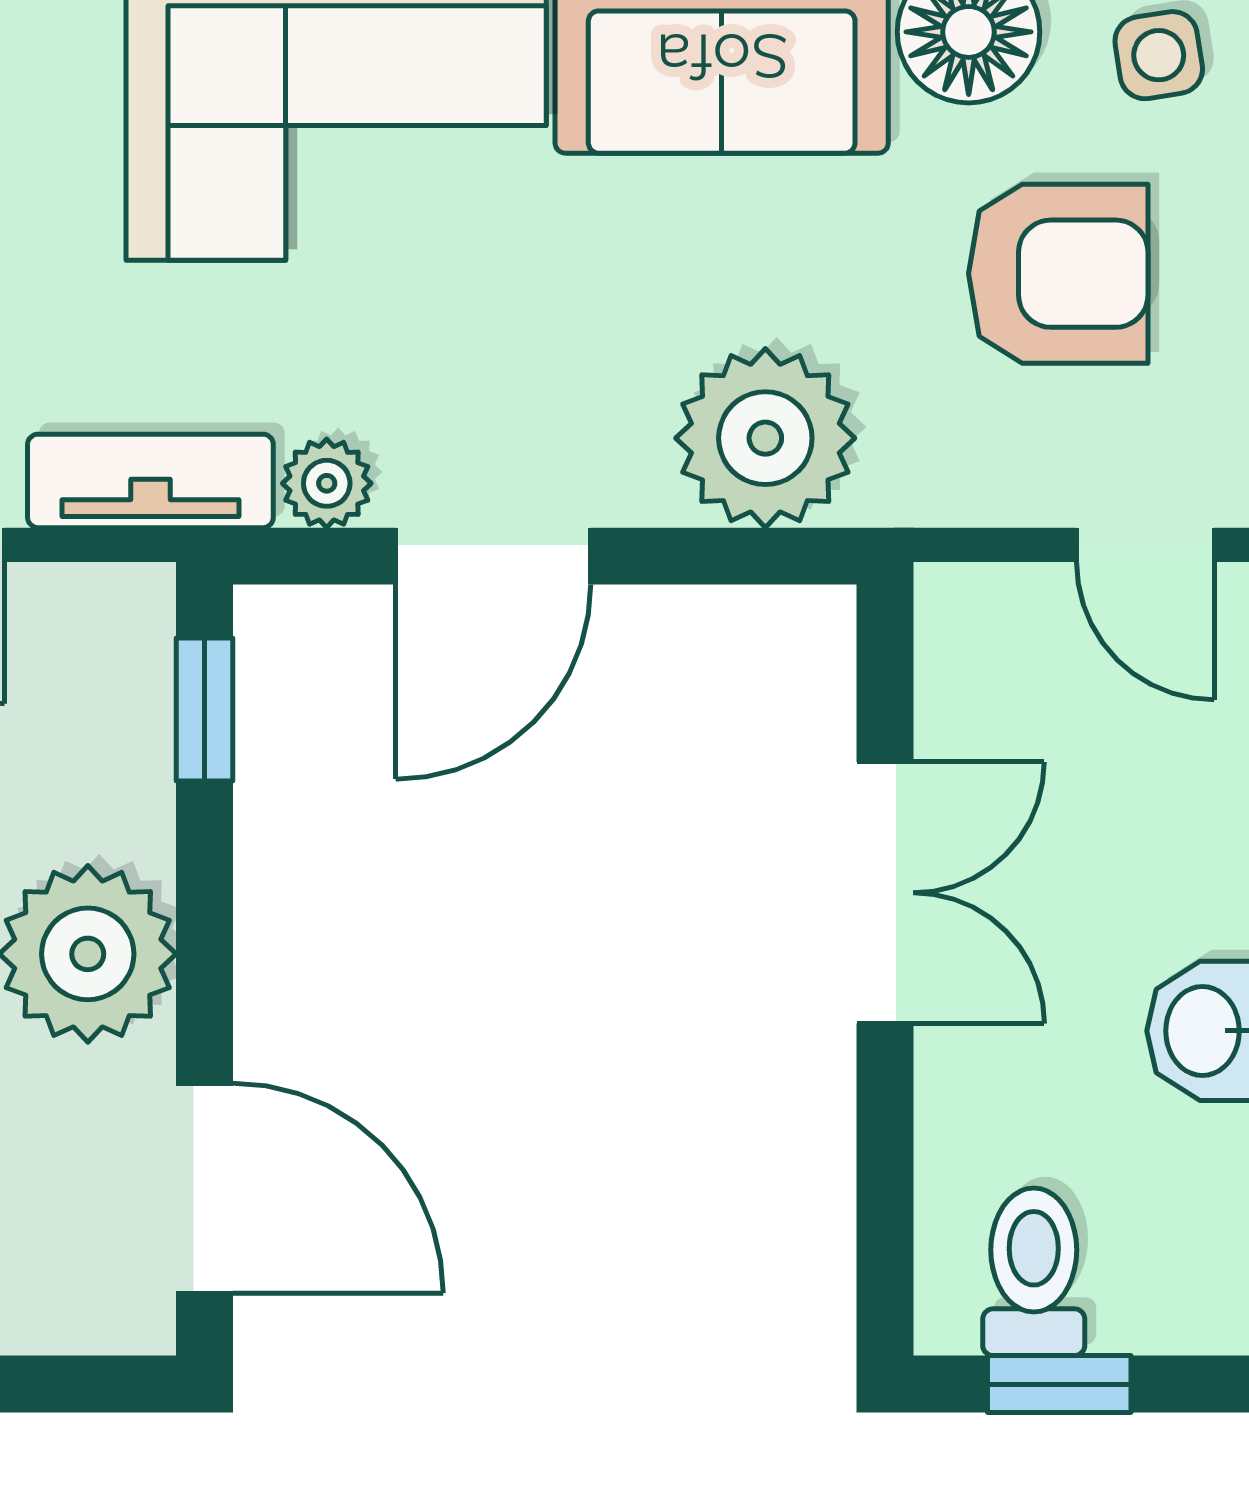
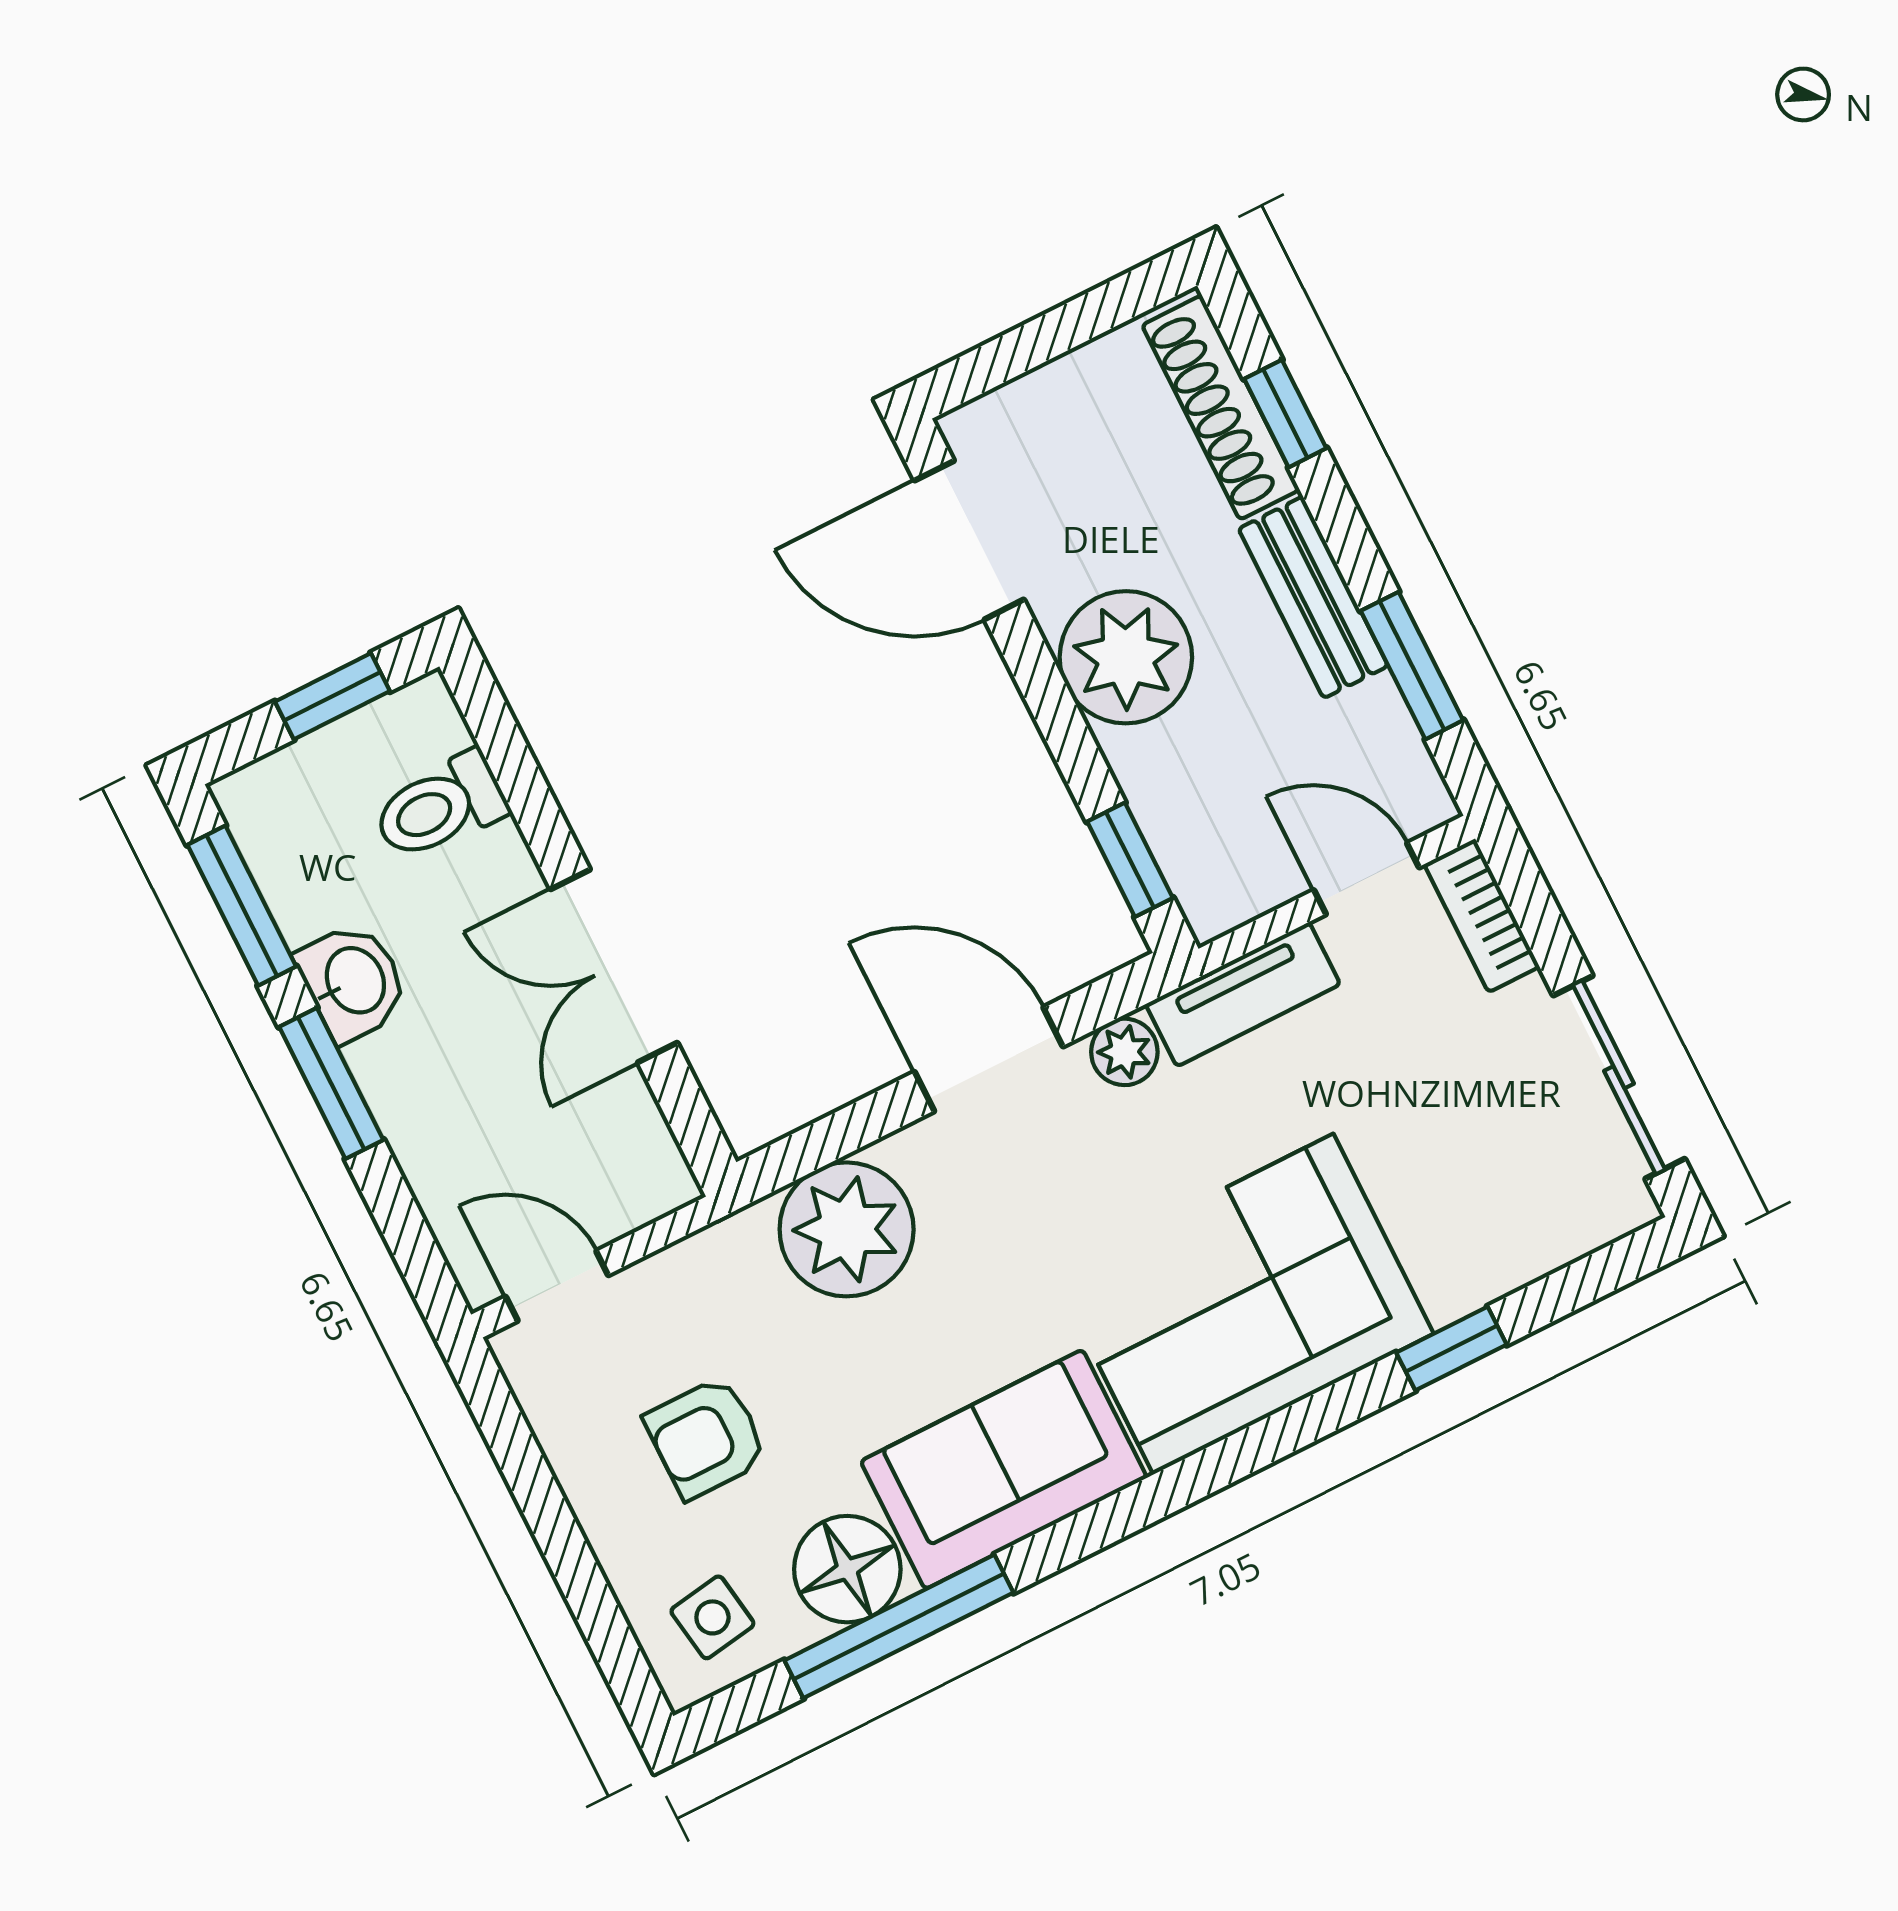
armchair: (1058, 274) -> (706, 1438), width x0.72, depth x0.72
door: (493, 556) -> (989, 1059), hinge flipped
toilet: (1034, 1272) -> (440, 807), moved, turned 90

